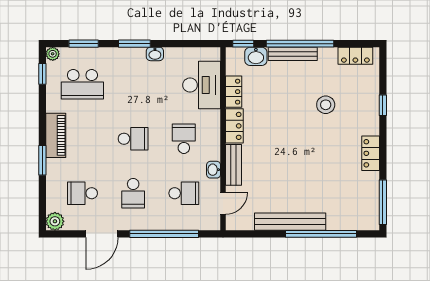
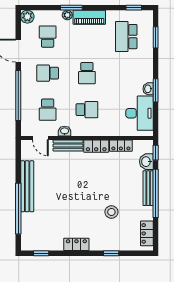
window: (134, 44) -> (156, 90), moved
plant: (53, 54) -> (67, 15), moved
desk: (202, 85) -> (140, 113), moved, turned -90
window: (383, 202) -> (41, 253), width x0.46

